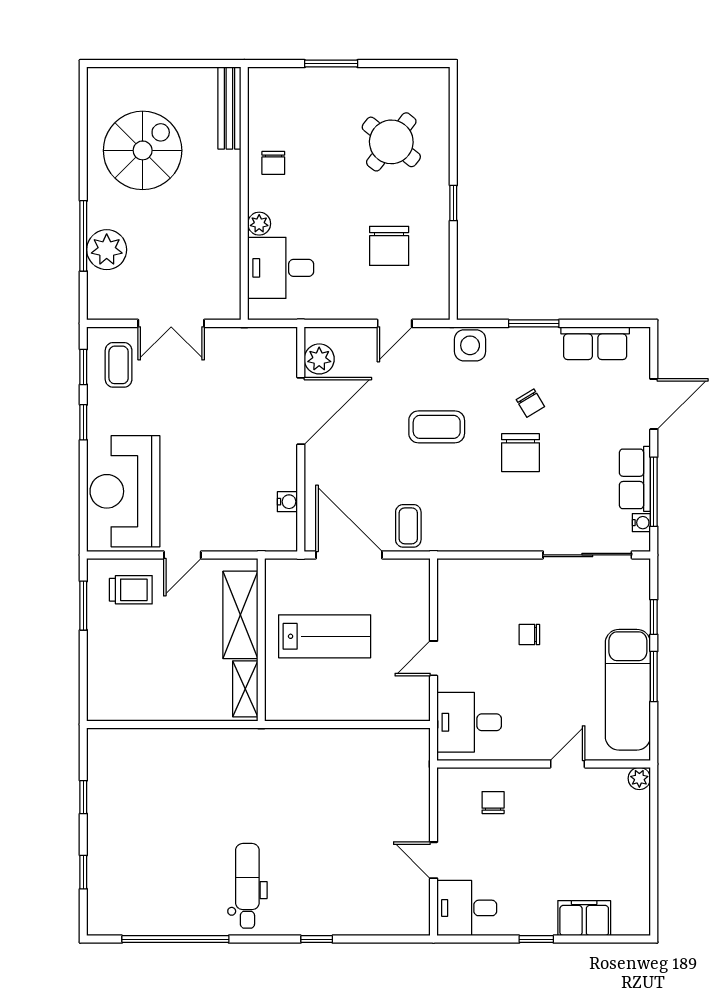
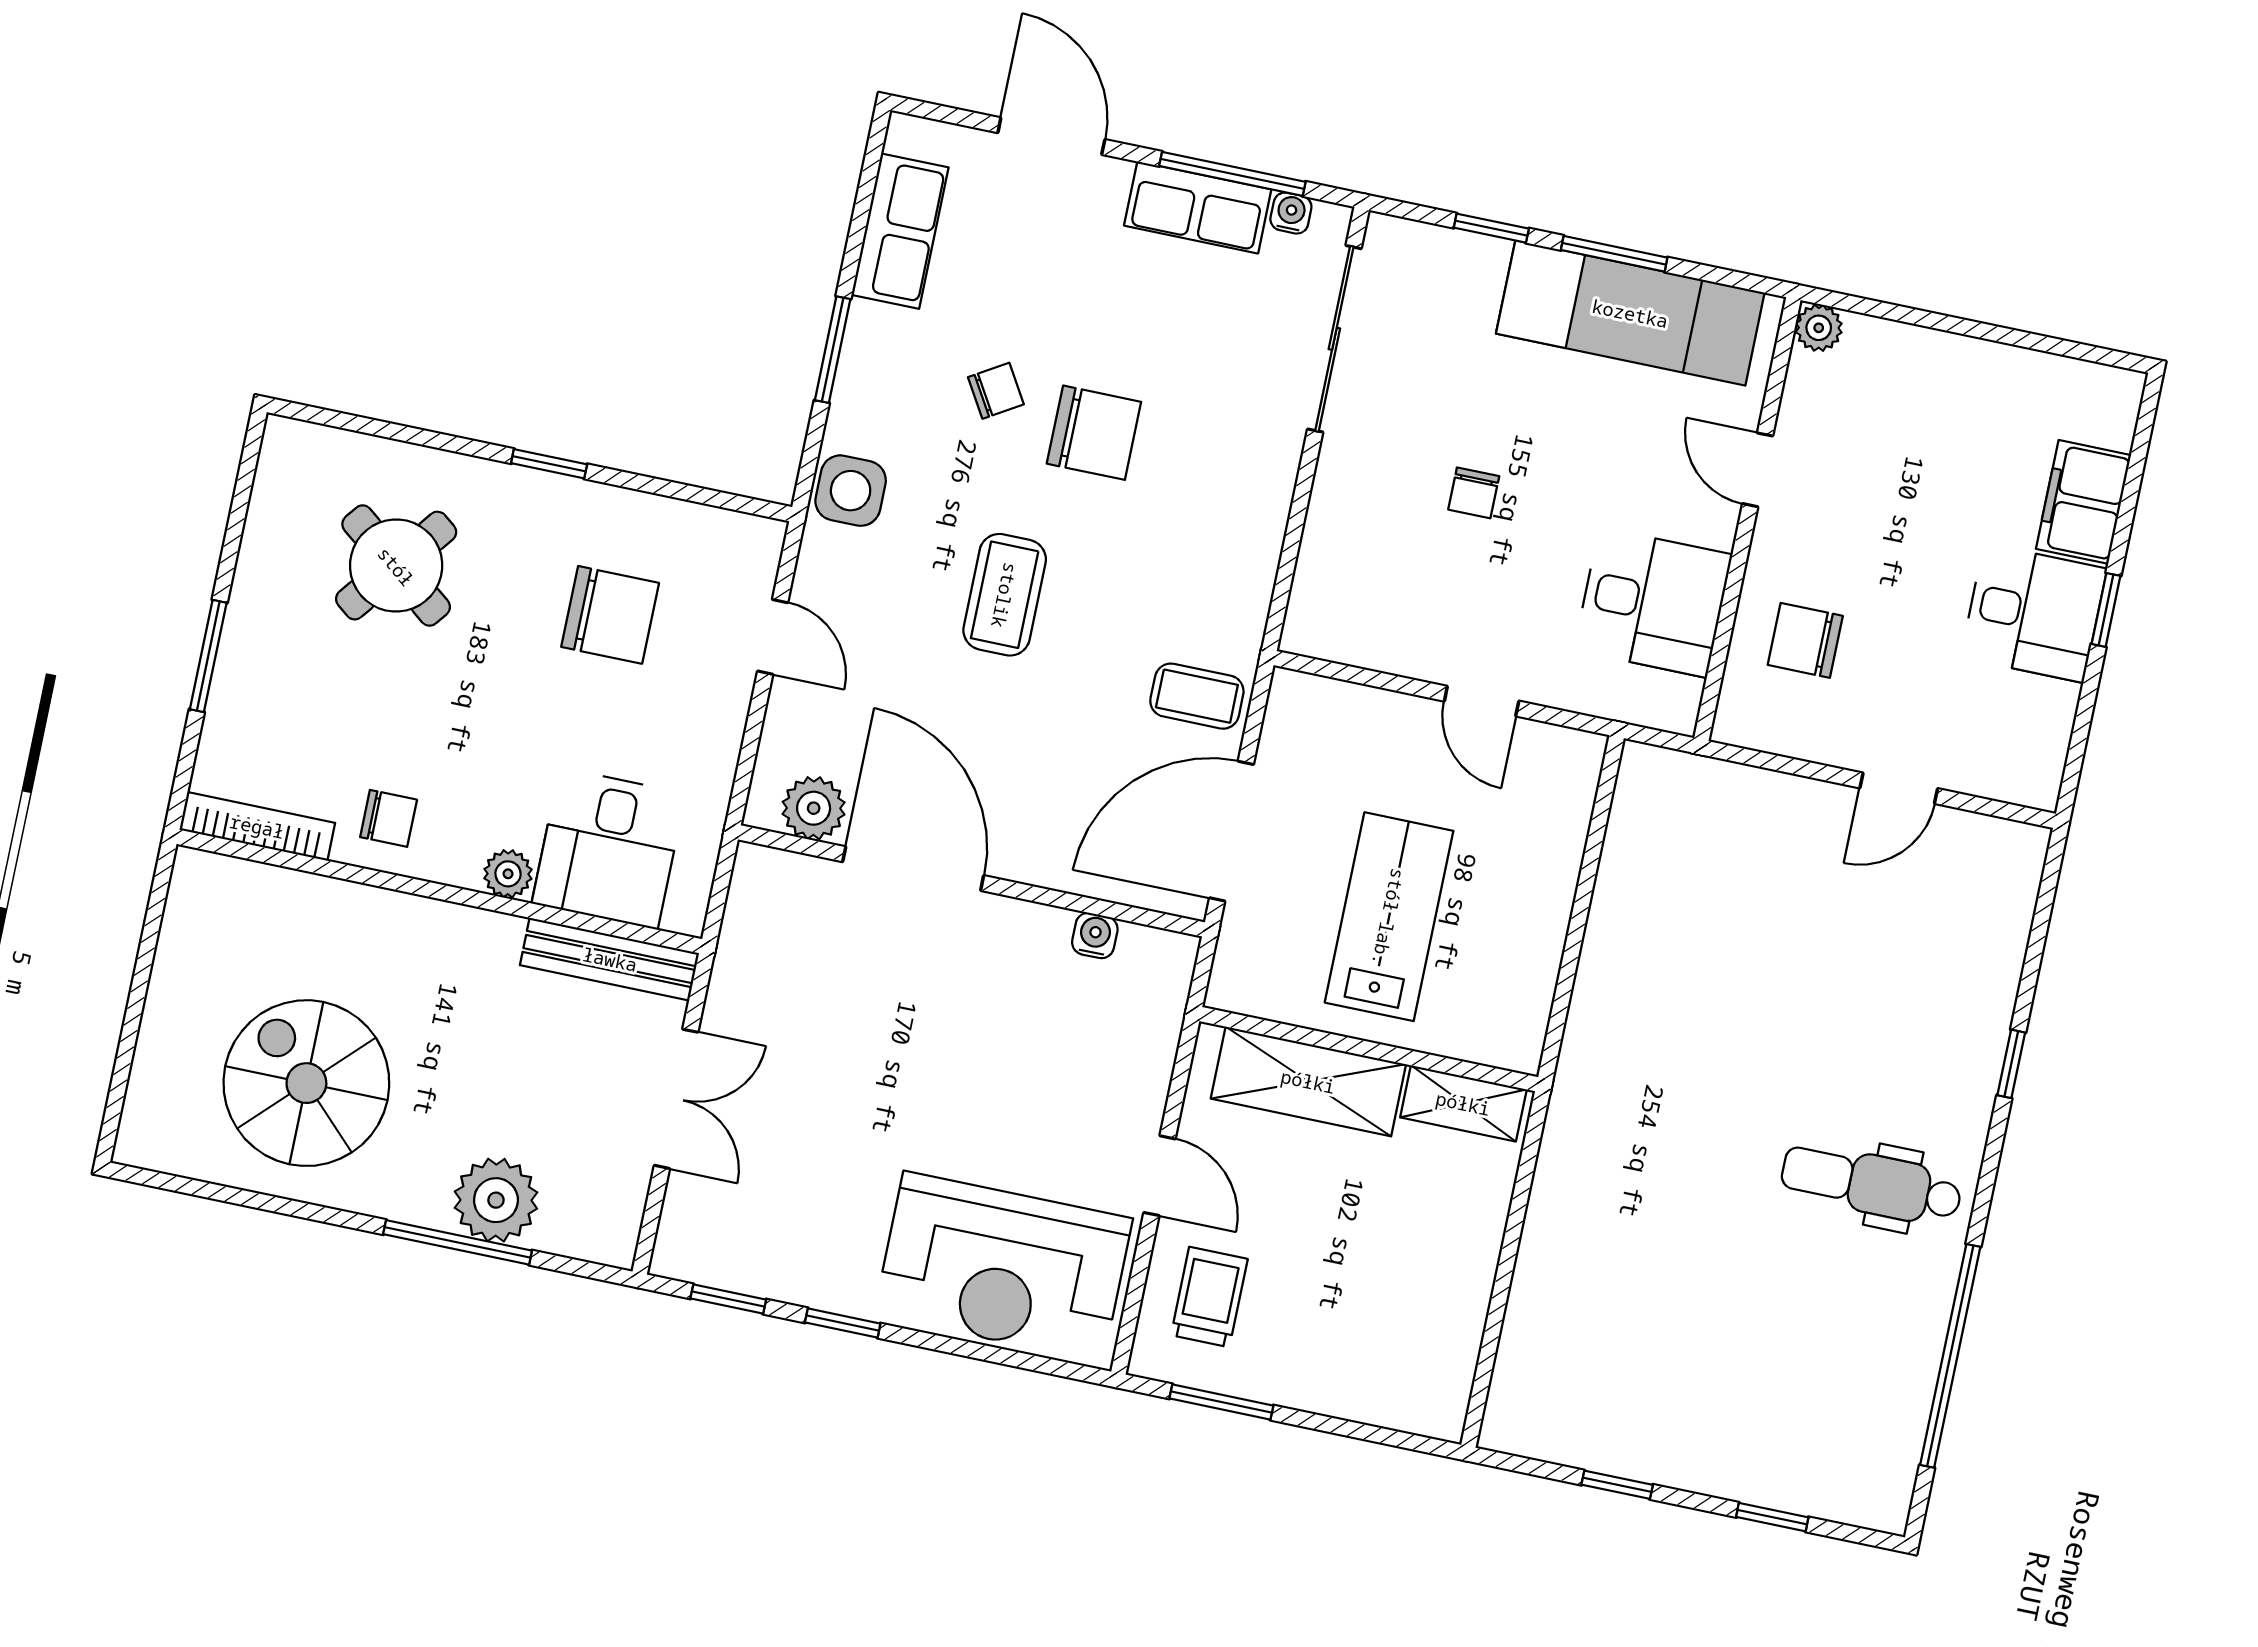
bookcase: (257, 103) -> (257, 826), added
bench: (229, 108) -> (610, 959), moved
coffee table: (119, 365) -> (739, 1225), removed
desk: (469, 722) -> (1653, 602), moved, turned -90
chair: (493, 803) -> (1805, 640), width x1.37, depth x1.37
desk: (467, 908) -> (2034, 613), moved, turned -90

